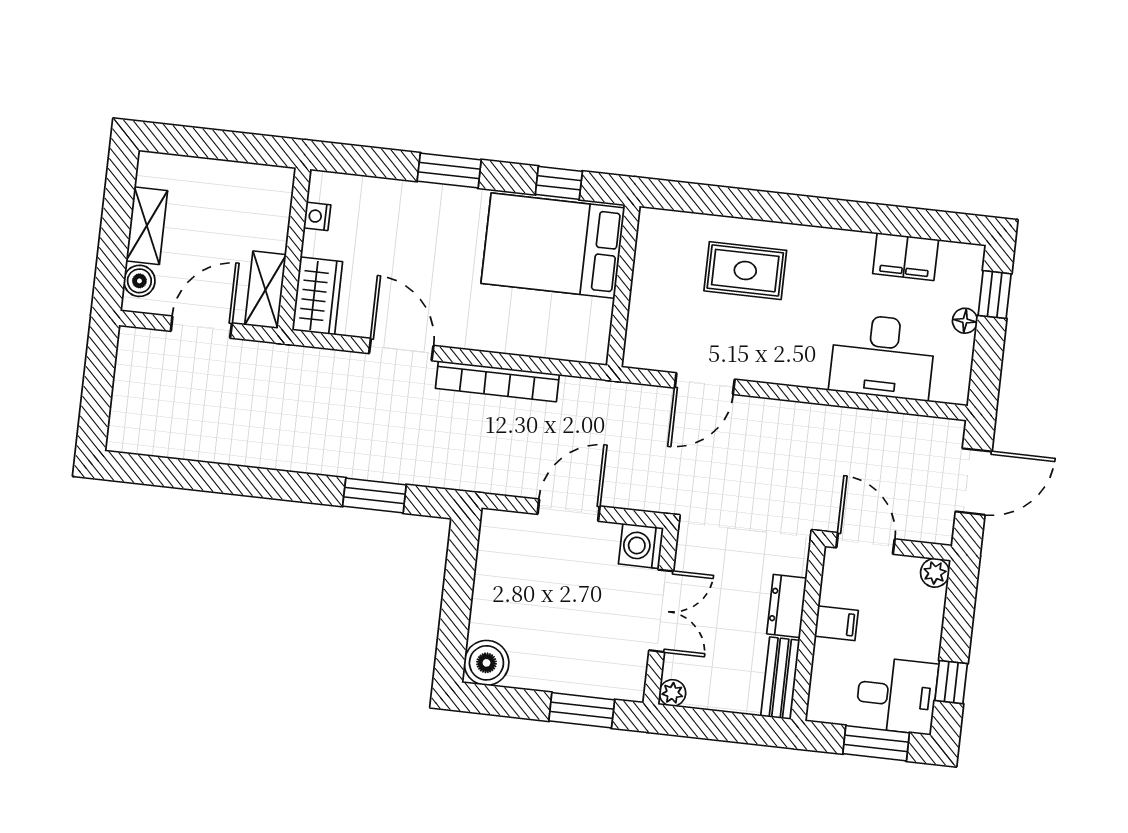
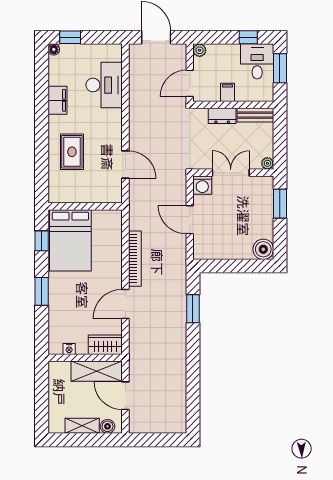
filing cabinet: (906, 257) -> (57, 100), moved
shelving: (265, 290) -> (97, 371), width x1.50, depth x1.33
floor lamp: (965, 321) -> (54, 49), moved

